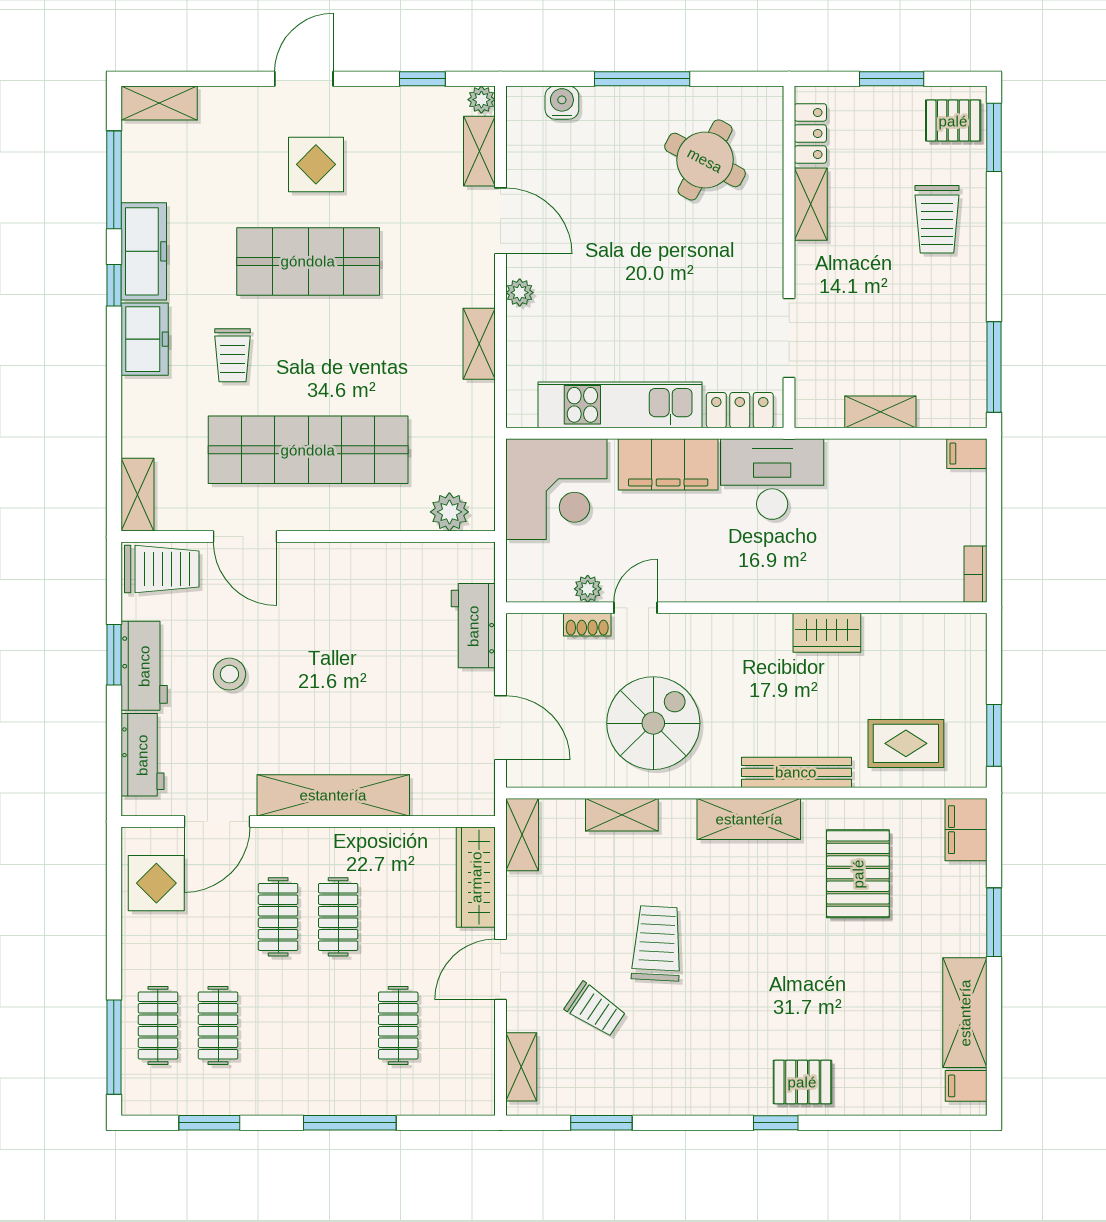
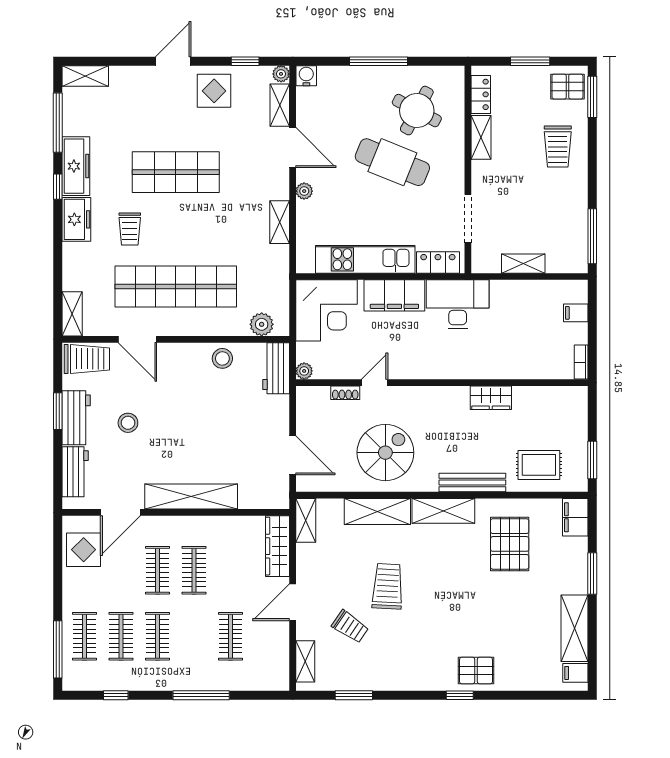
water cooler: (562, 103) -> (306, 76), moved
display table: (316, 164) -> (214, 91), moved
cafe table: (665, 245) -> (392, 162), added
filing cabinet: (967, 454) -> (576, 313), moved
stool: (385, 568) -> (222, 358), added
plant: (588, 589) -> (304, 371), moved
workbench: (473, 626) -> (276, 368), moved
shelving: (622, 815) -> (377, 511), width x1.50, depth x1.33
clothes rail: (278, 1025) -> (158, 636), added
window: (209, 1123) -> (116, 695), width x0.67

